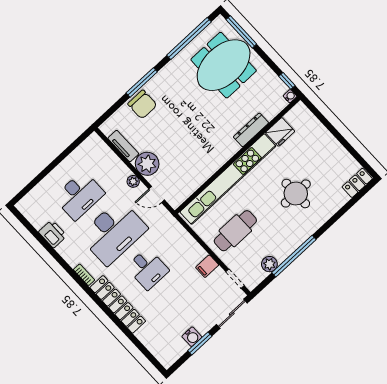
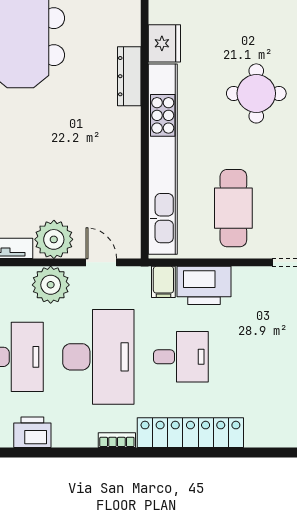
plant: (133, 181) -> (51, 285), width x1.88, depth x1.88
door: (157, 194) -> (101, 262), swing flipped
printer: (189, 250) -> (204, 285), added
filing cabinet: (207, 266) -> (163, 282), moved

